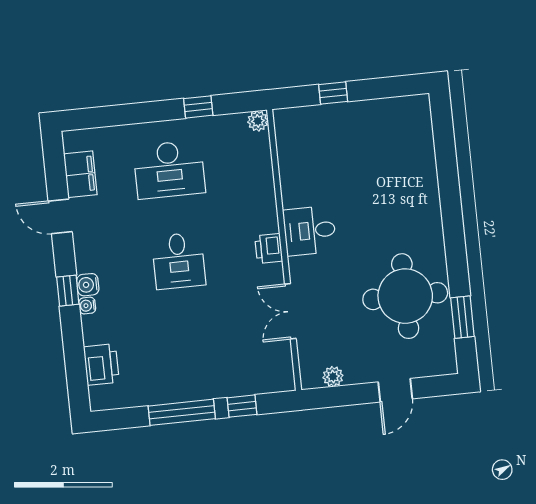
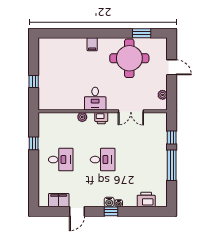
plant: (258, 121) -> (82, 117), moved
desk: (169, 170) -> (61, 160), width x0.73
filing cabinet: (427, 212) -> (92, 44), added

